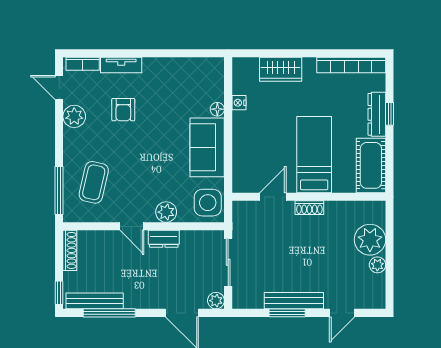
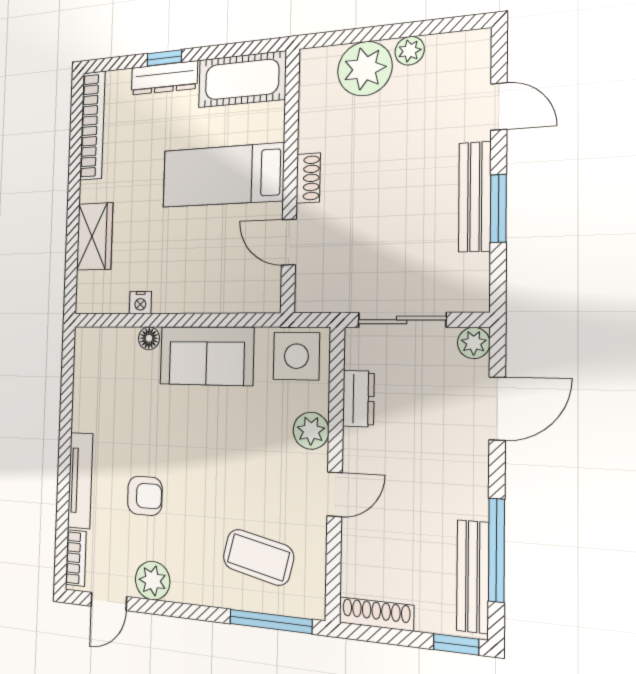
tv unit: (121, 65) -> (80, 480), width x1.41
dresser: (164, 239) -> (358, 399), moved

